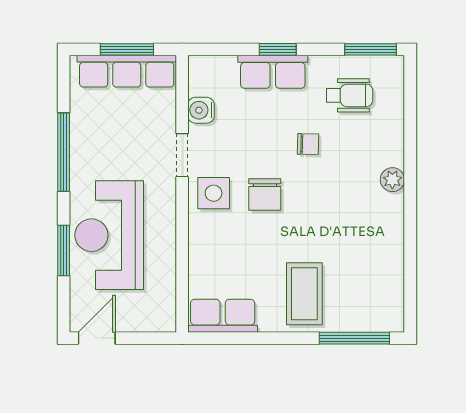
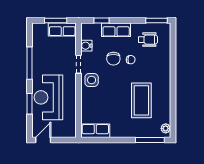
window: (278, 49) -> (102, 20), moved
row of seats: (127, 71) -> (62, 30), width x0.68
plant: (392, 180) -> (166, 128), moved
chair: (265, 195) -> (113, 59), moved
coffee table: (304, 294) -> (141, 100), moved, width x1.36, depth x1.32

